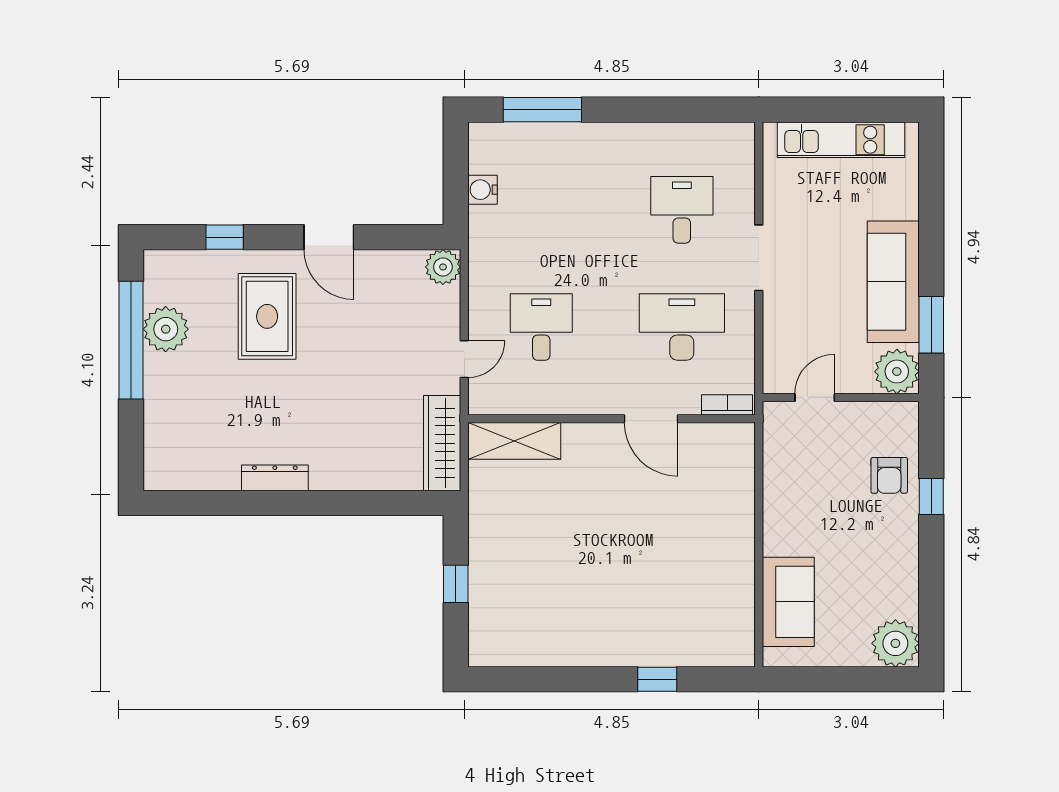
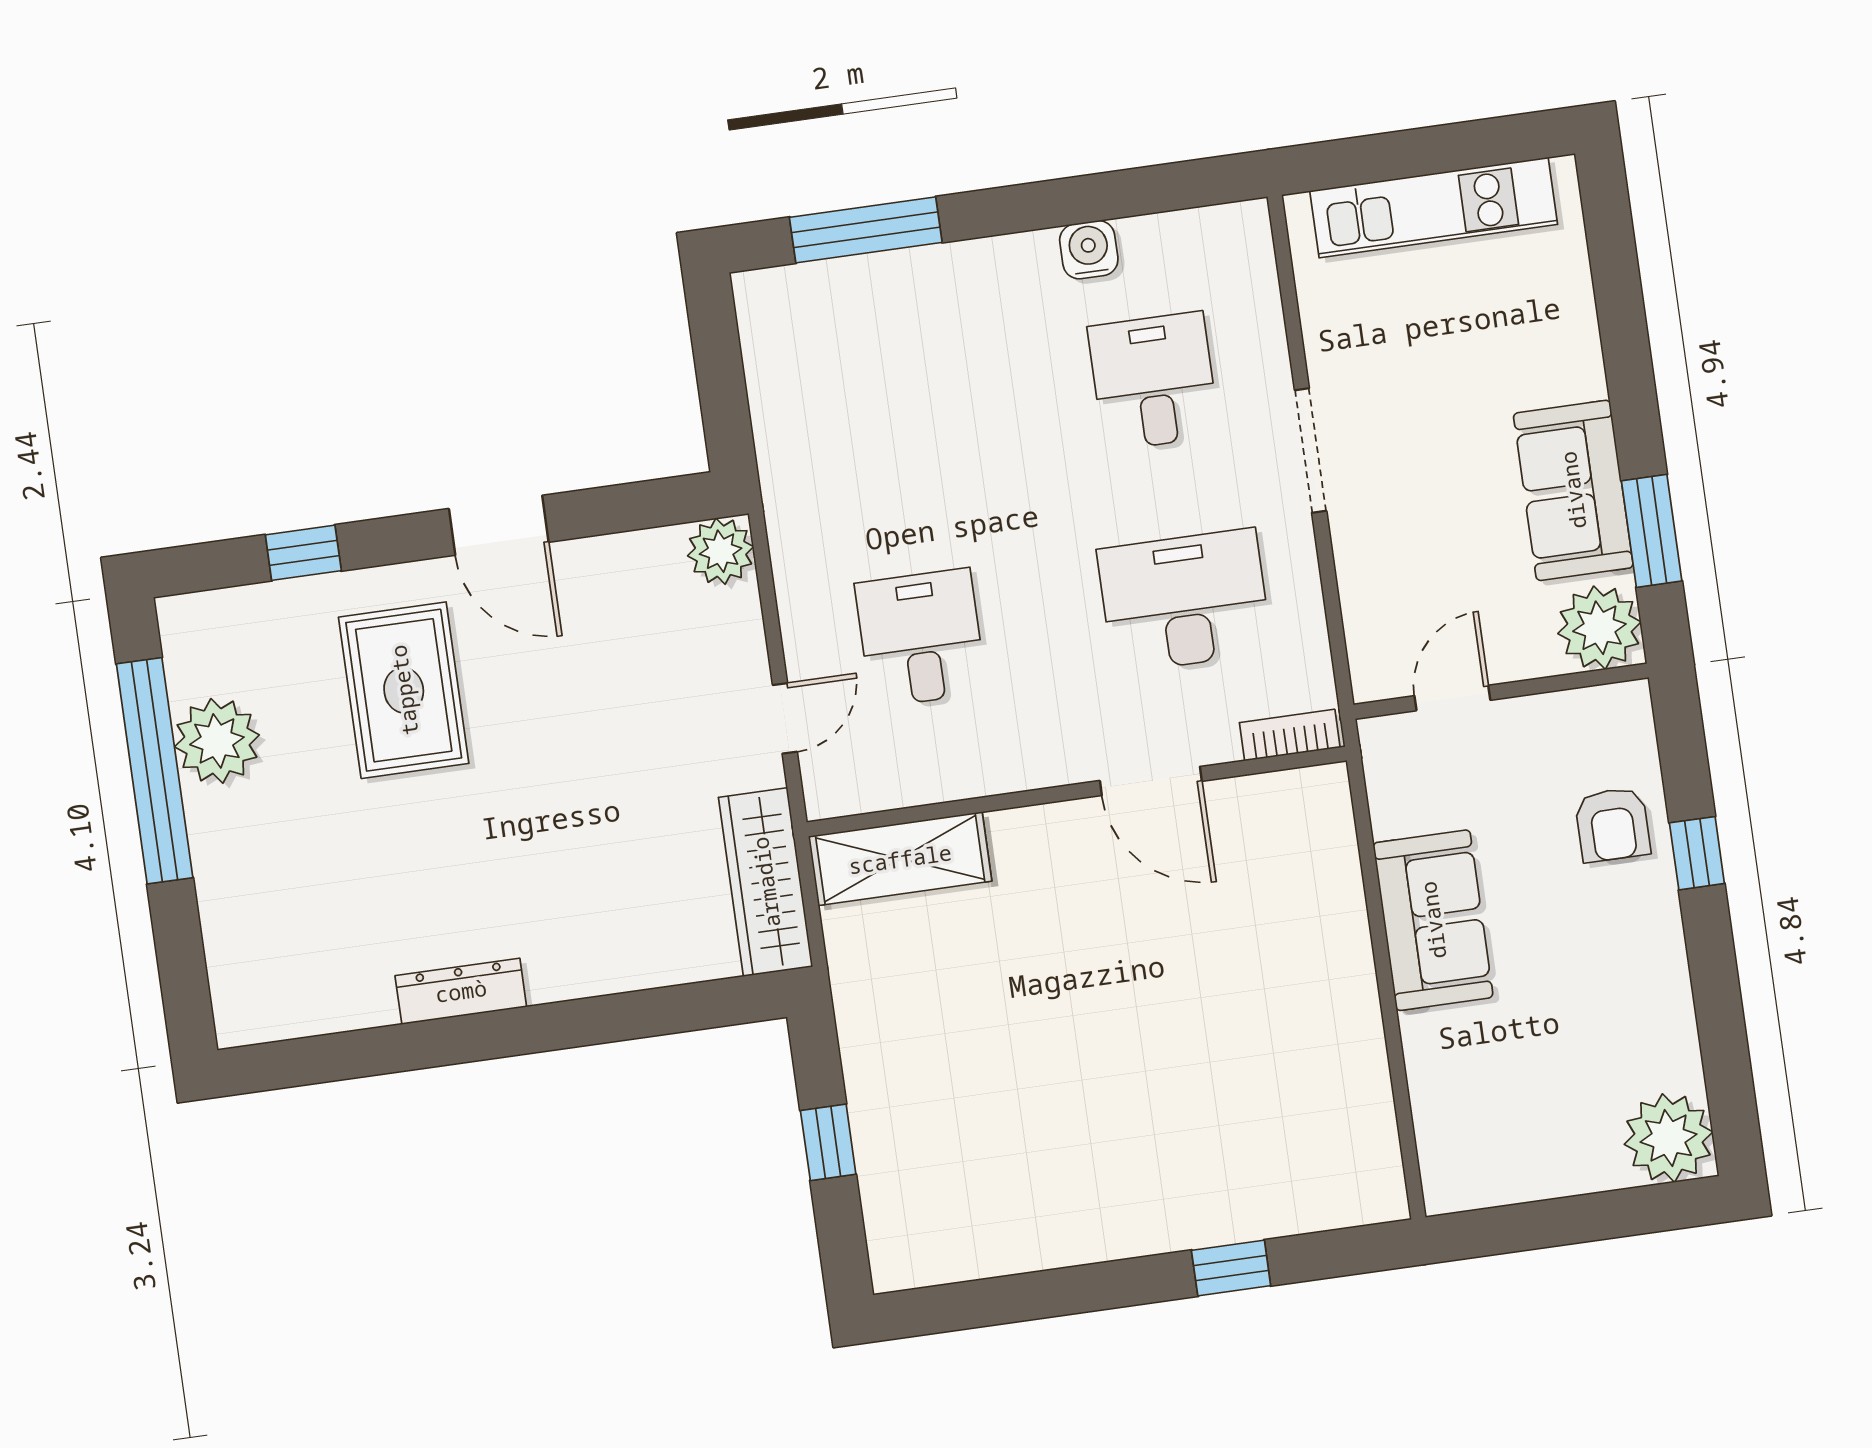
water cooler: (483, 190) -> (1089, 250), moved, turned 90
sofa: (893, 282) -> (1573, 490), width x0.73
sofa: (788, 602) -> (1433, 920), moved

